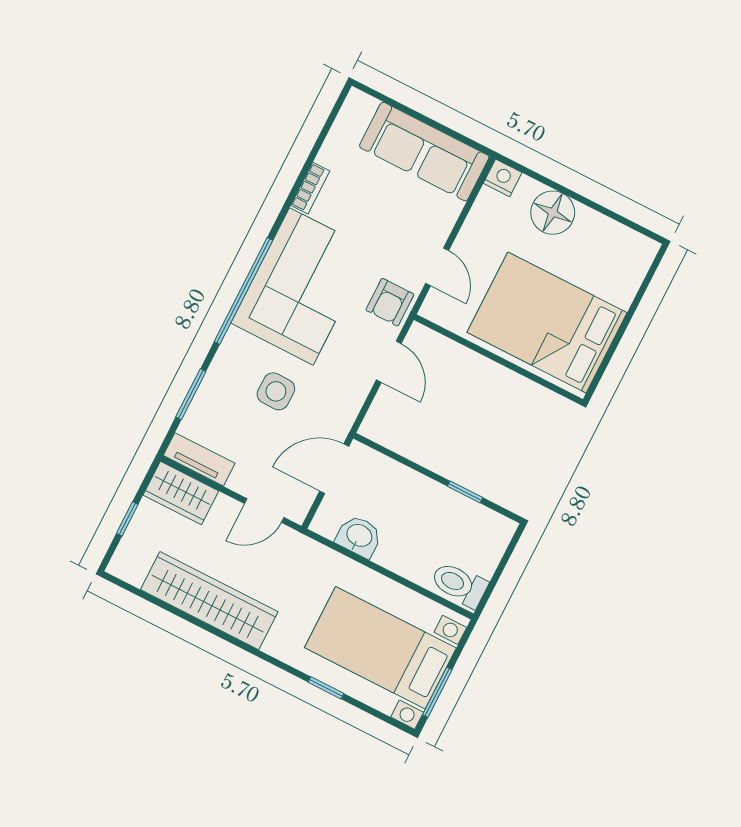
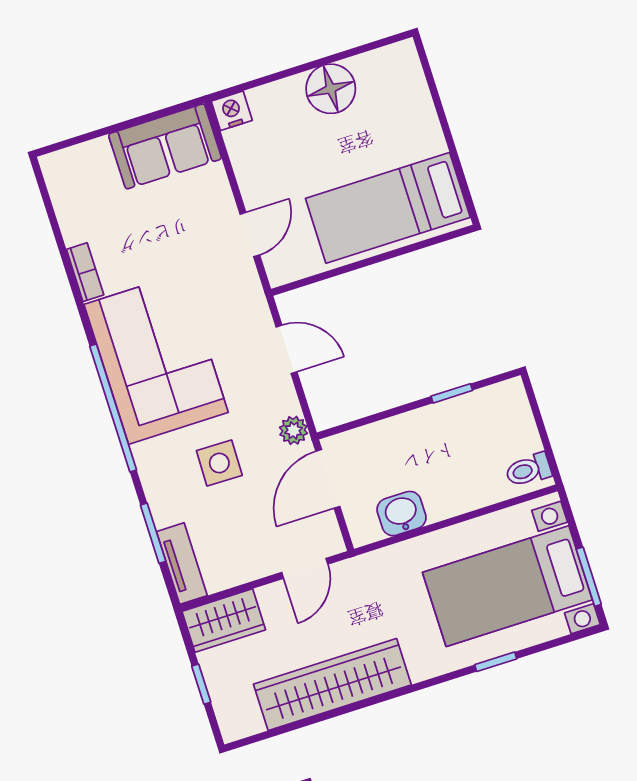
sofa: (424, 152) -> (165, 146), width x0.73
floor lamp: (553, 213) -> (331, 89), moved
door: (437, 267) -> (250, 235), hinge flipped
armchair: (390, 302) -> (240, 300), removed
bed: (547, 322) -> (388, 208), width x0.67
plant: (343, 417) -> (293, 430), added
tv unit: (199, 459) -> (182, 564), moved, turned 90
toilet: (459, 584) -> (528, 470), width x0.73, depth x0.72

